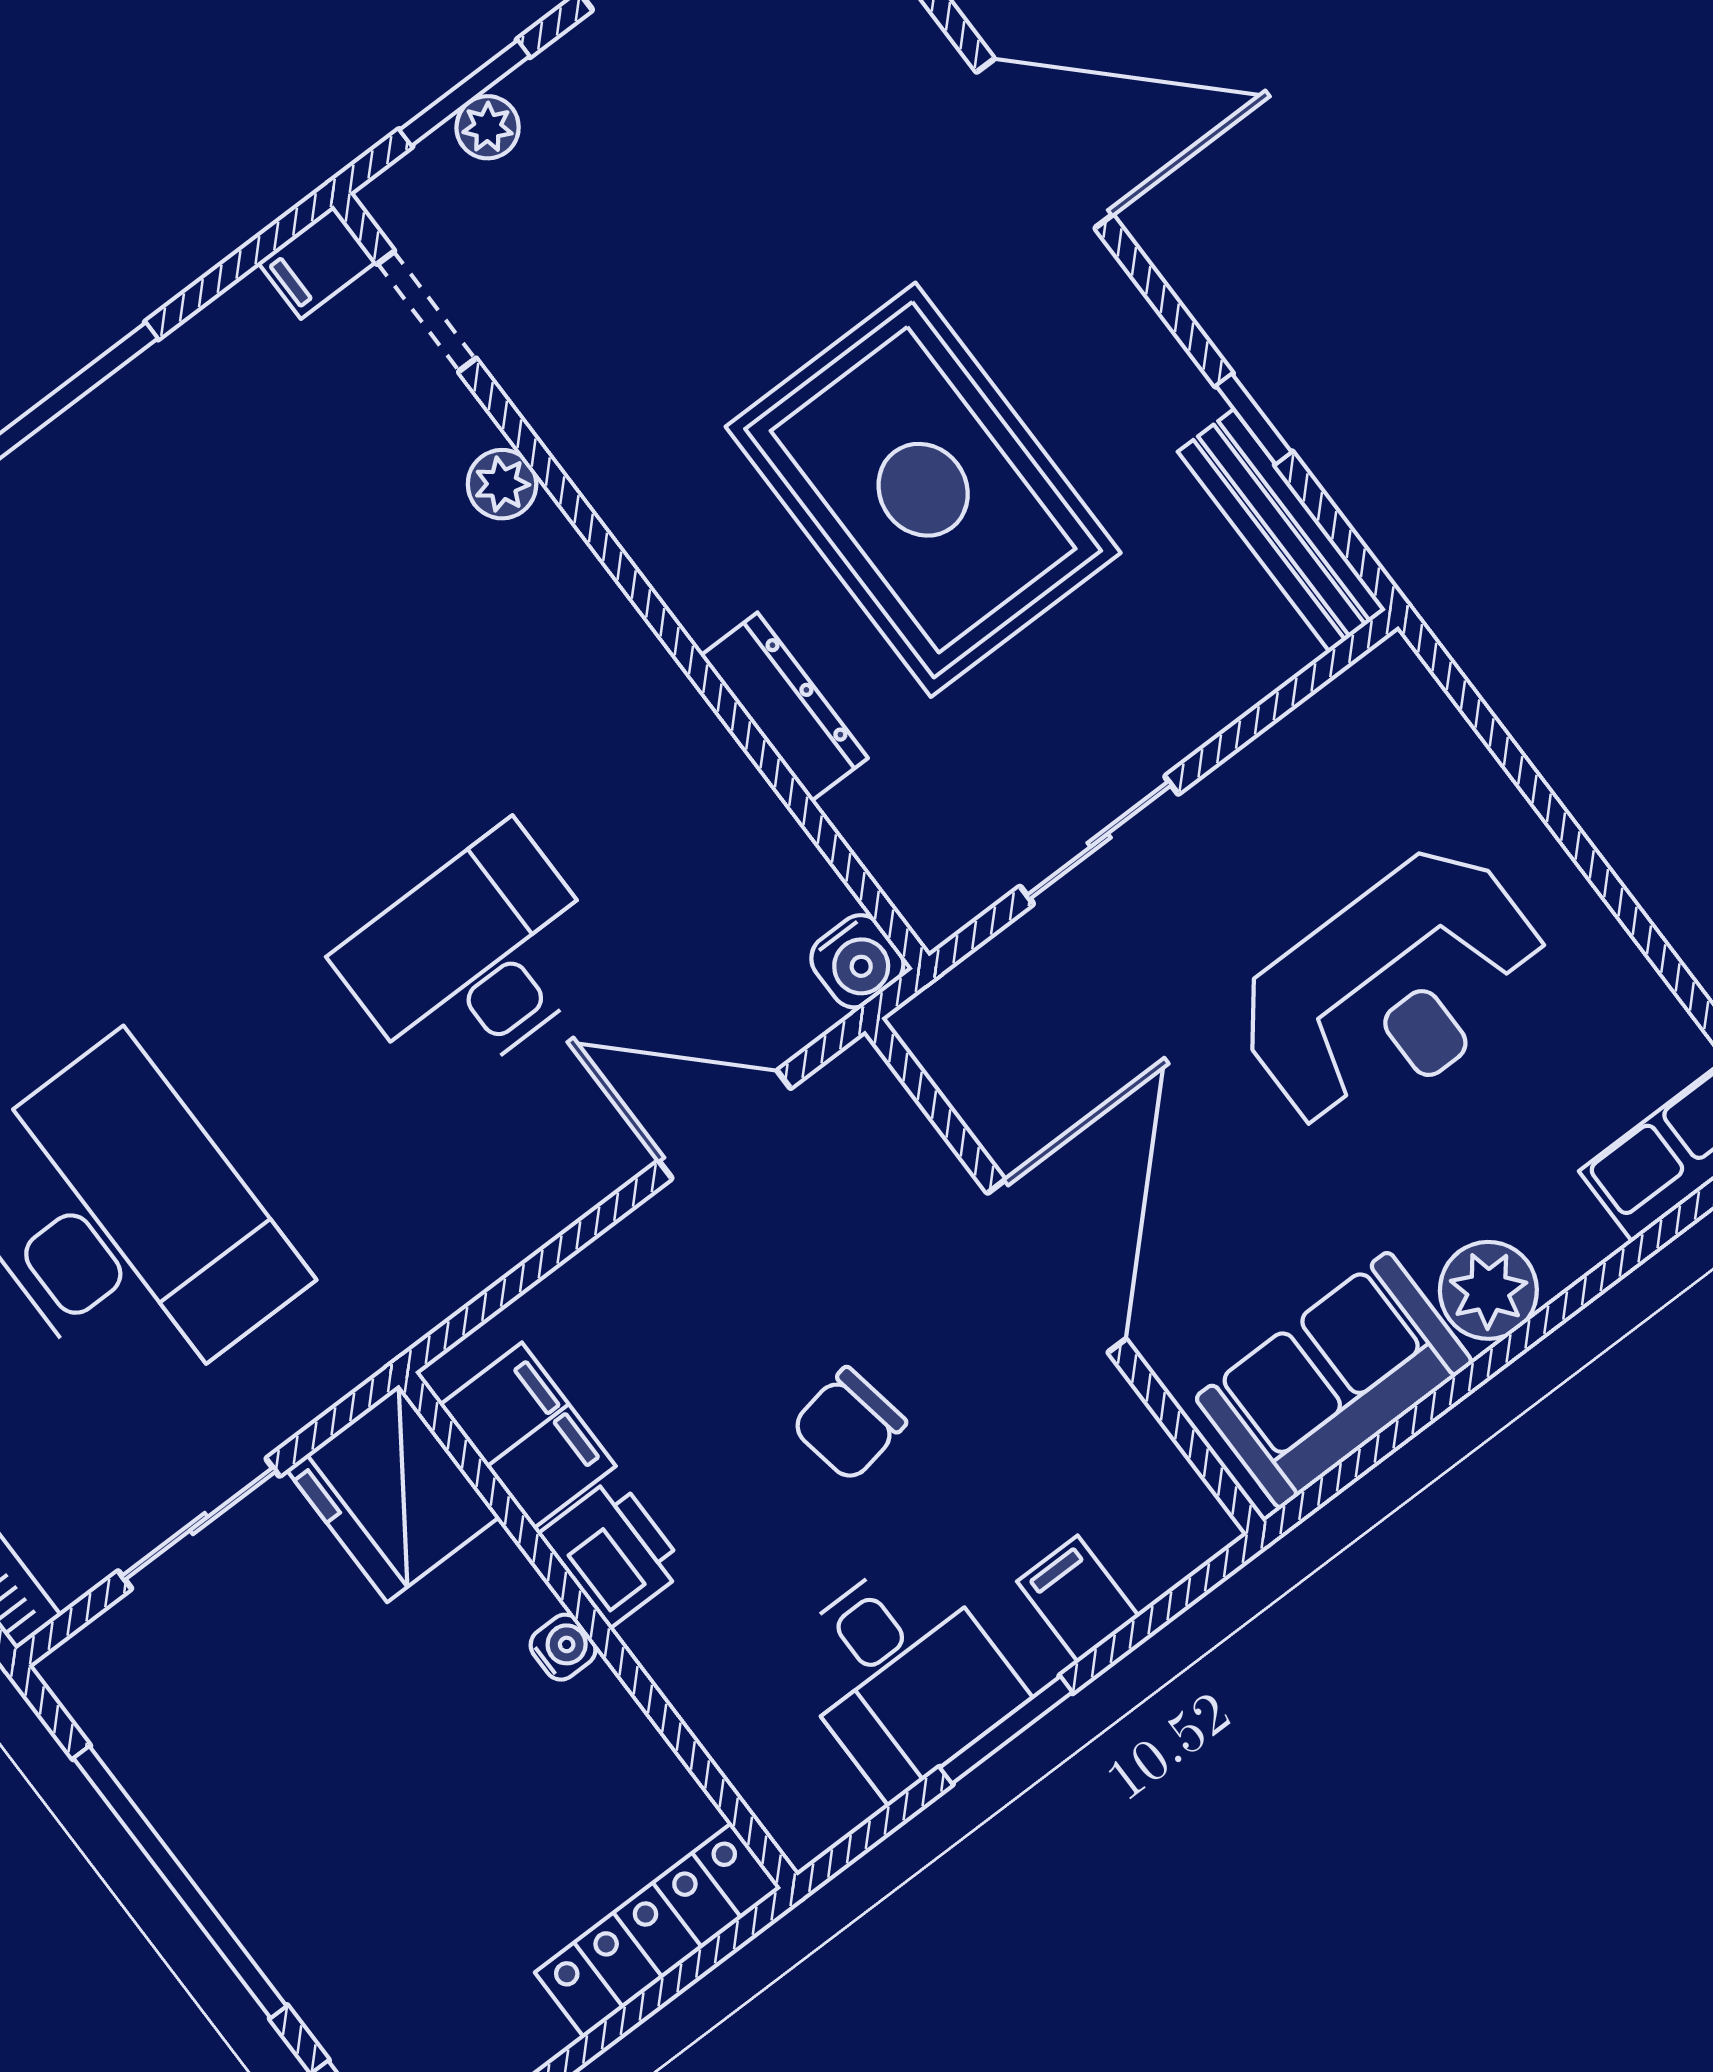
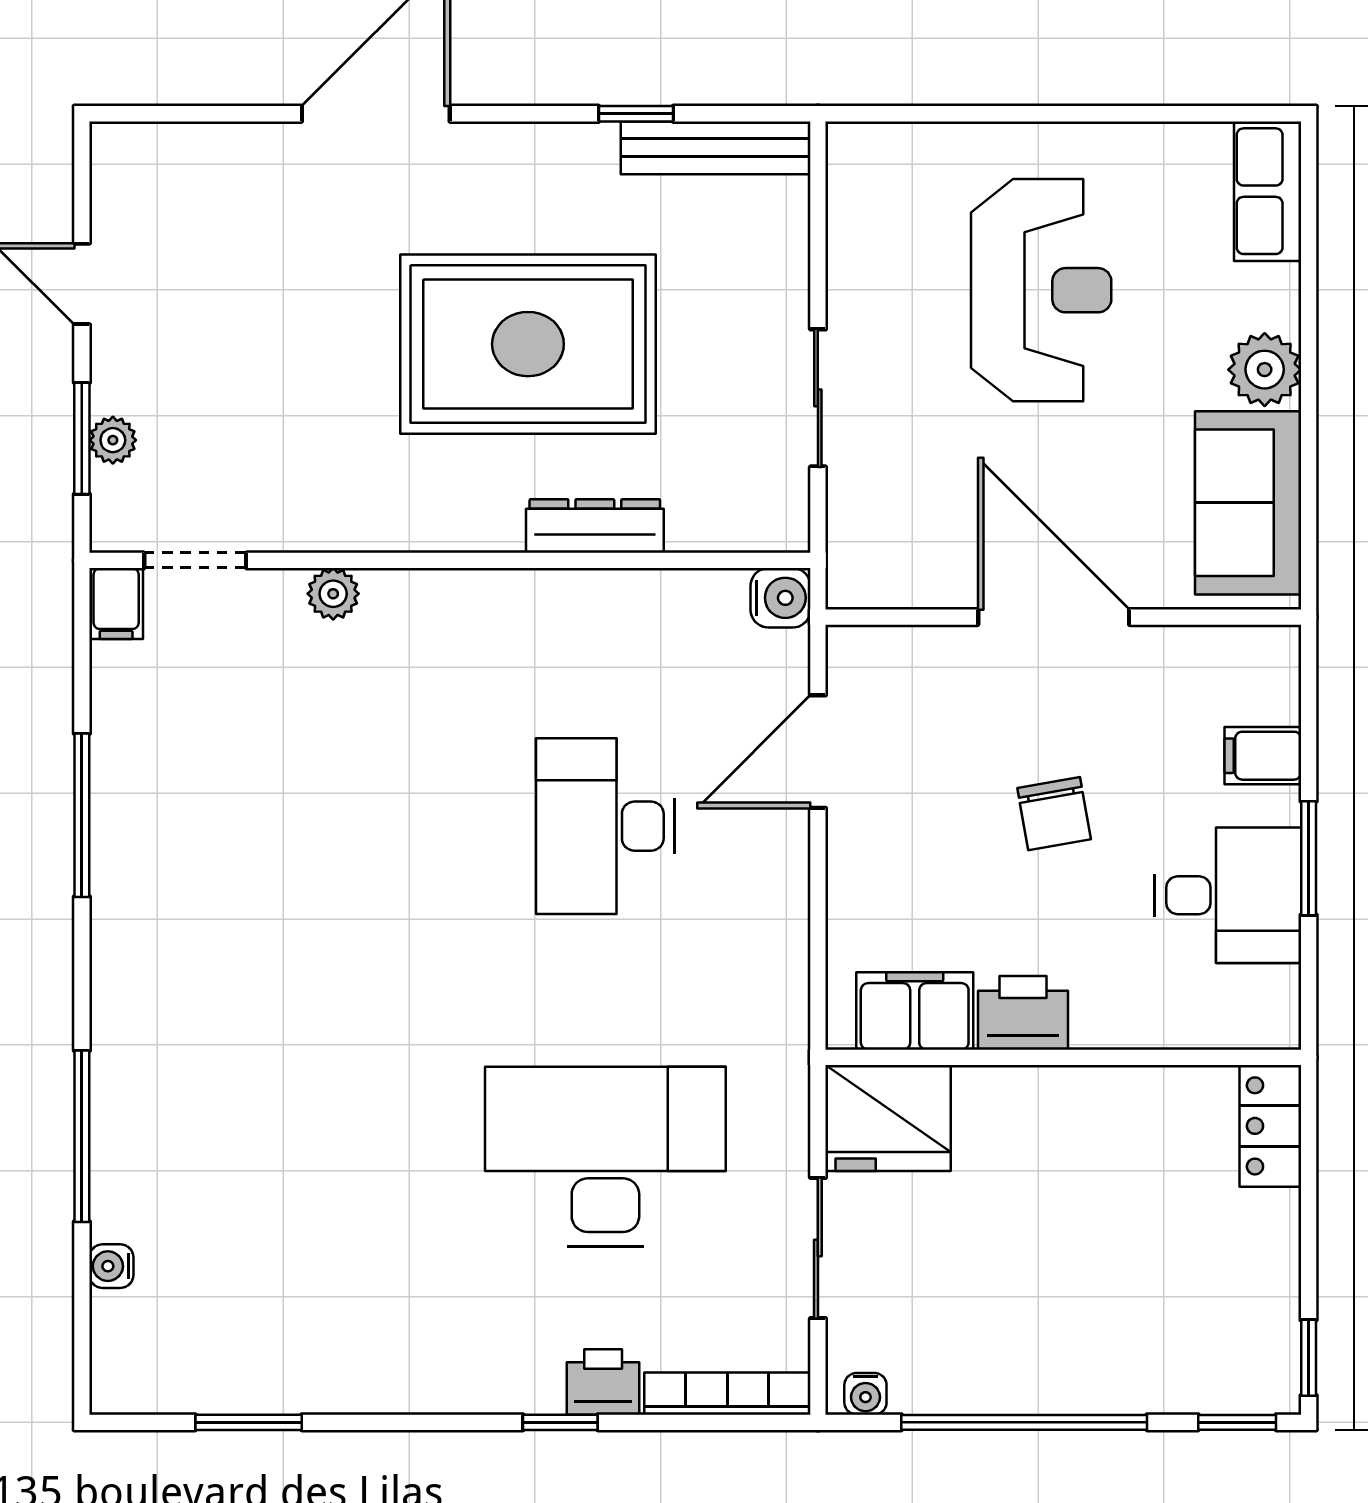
water cooler: (563, 1647) -> (865, 1394), moved, turned 180
locker: (658, 1930) -> (1270, 1126), width x0.66

